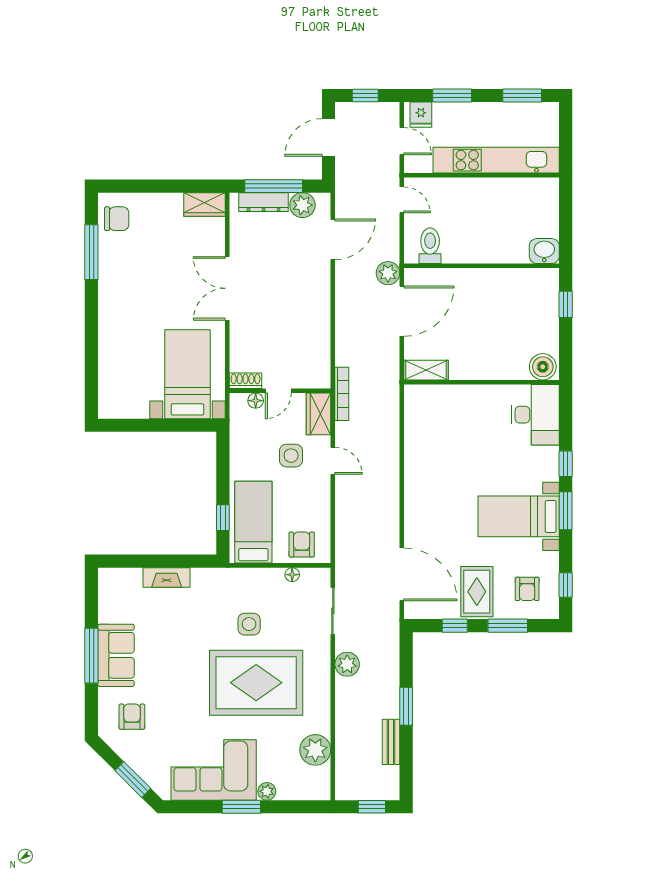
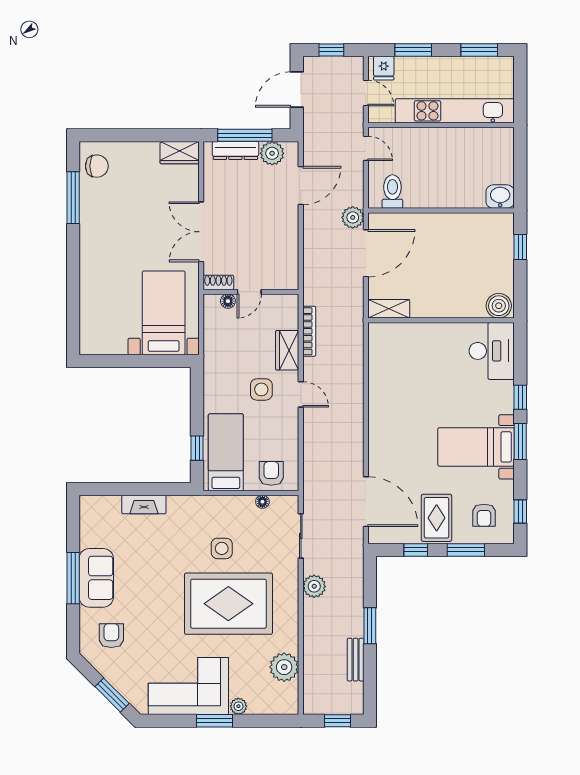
shoe rack: (245, 381) -> (218, 282), moved
door: (278, 391) -> (249, 292), moved
wall: (280, 391) -> (251, 292), moved
floor lamp: (256, 401) -> (228, 301), moved

